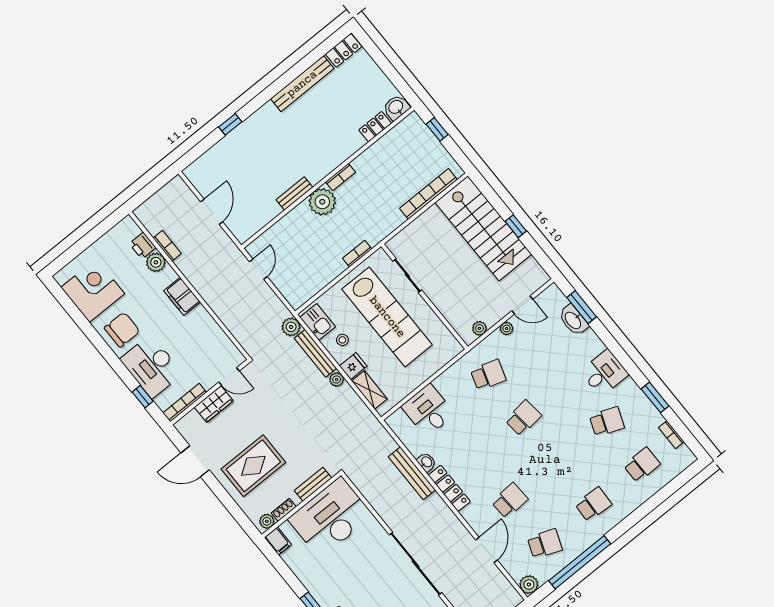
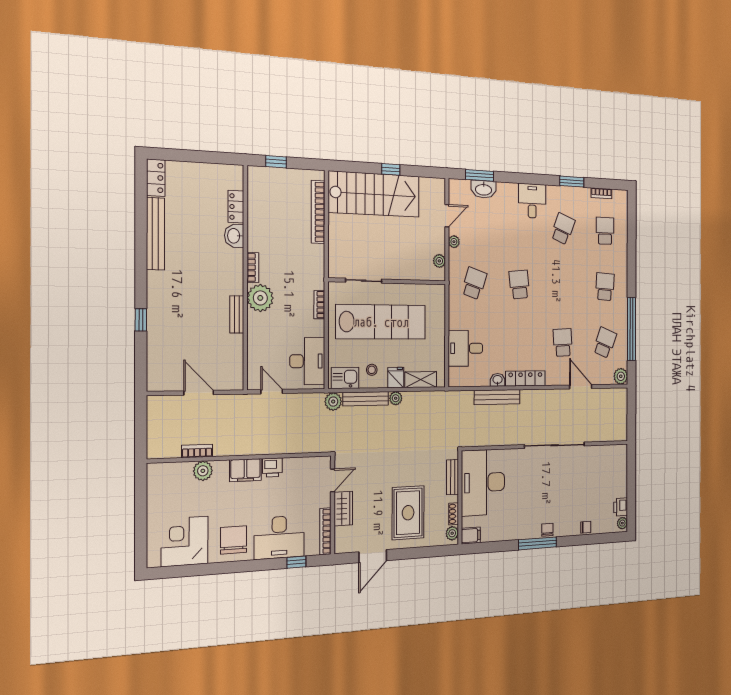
washbasin: (396, 107) -> (234, 236), moved
printer: (143, 246) -> (272, 467), moved
desk: (305, 279) -> (307, 361), added

